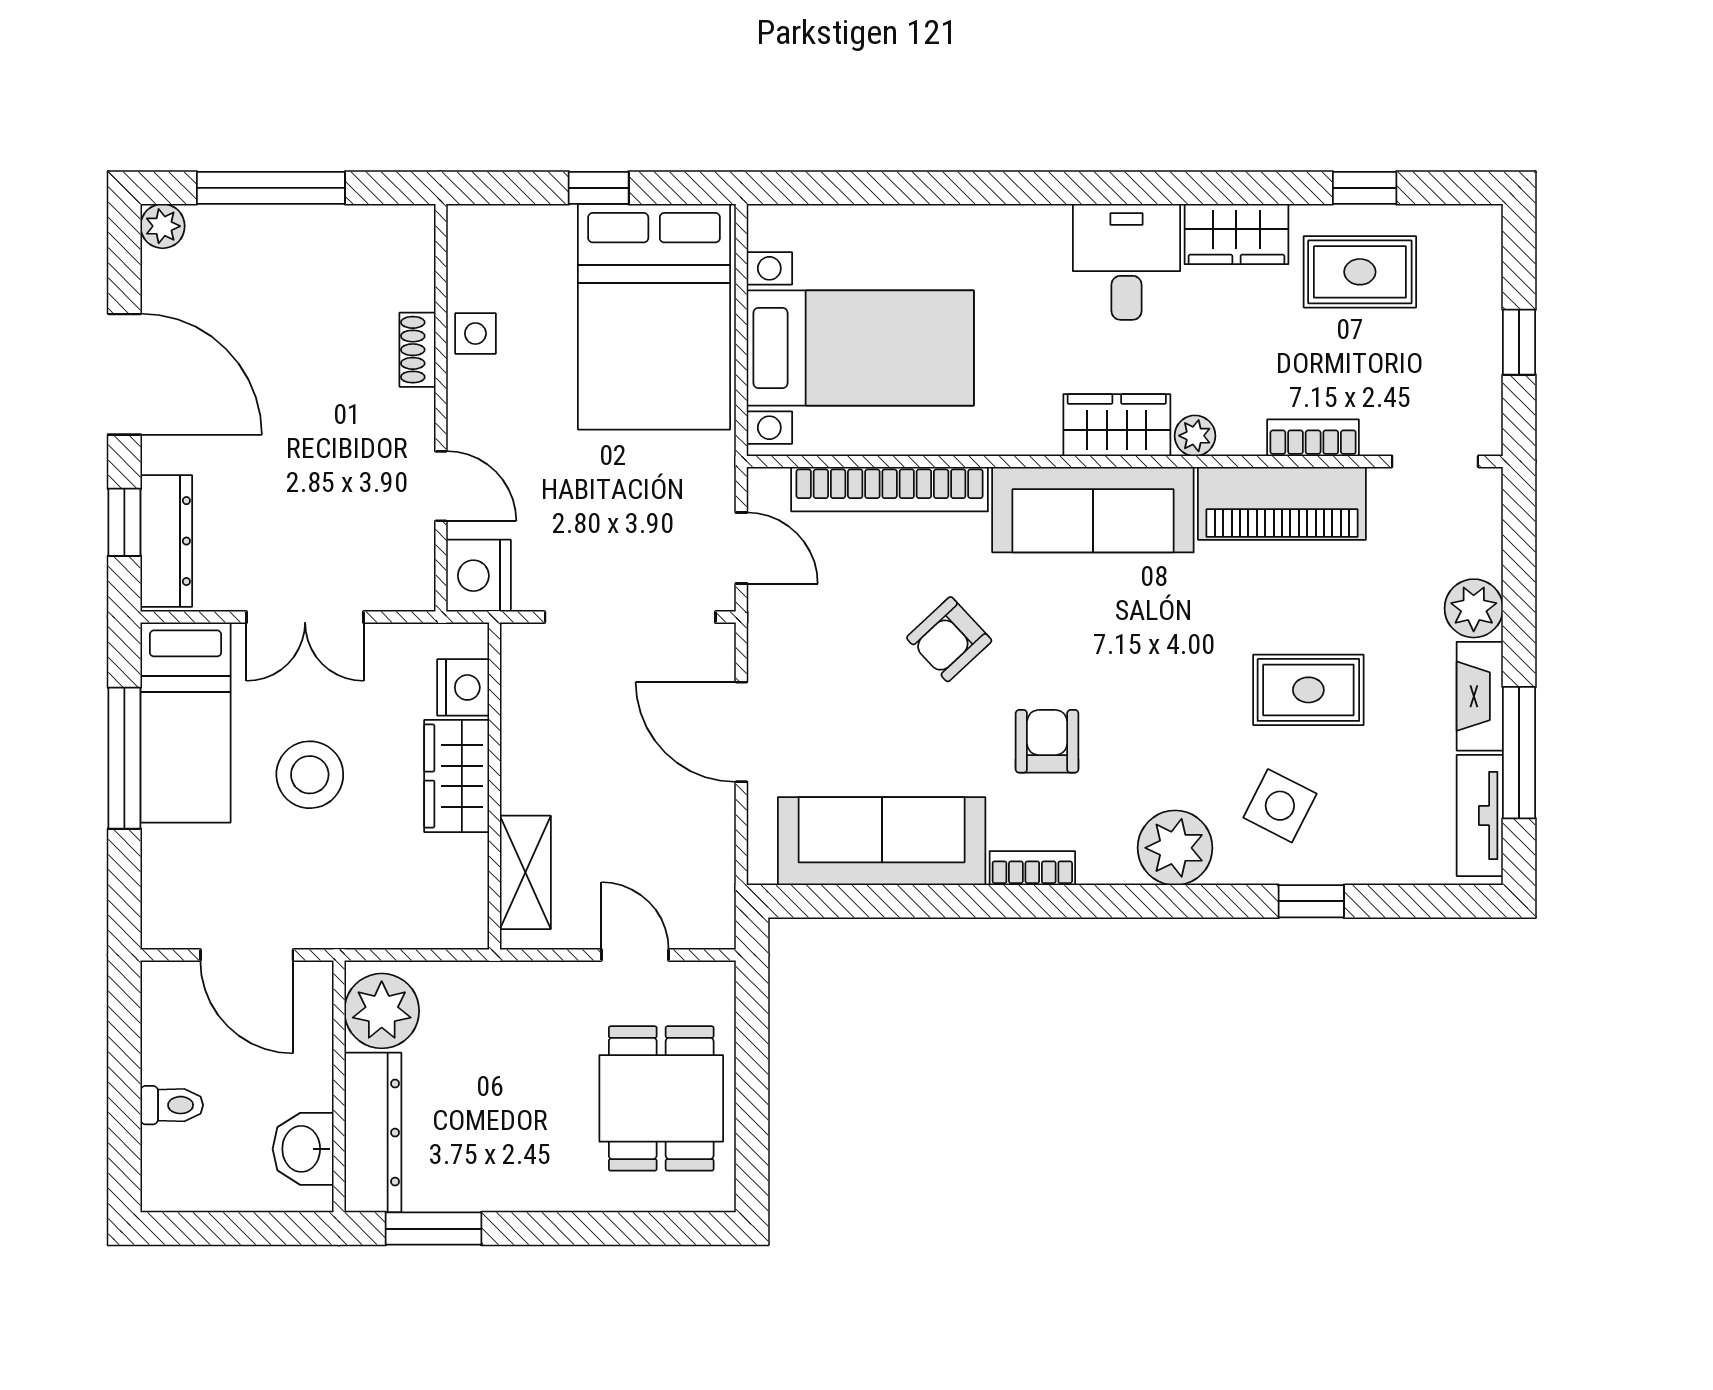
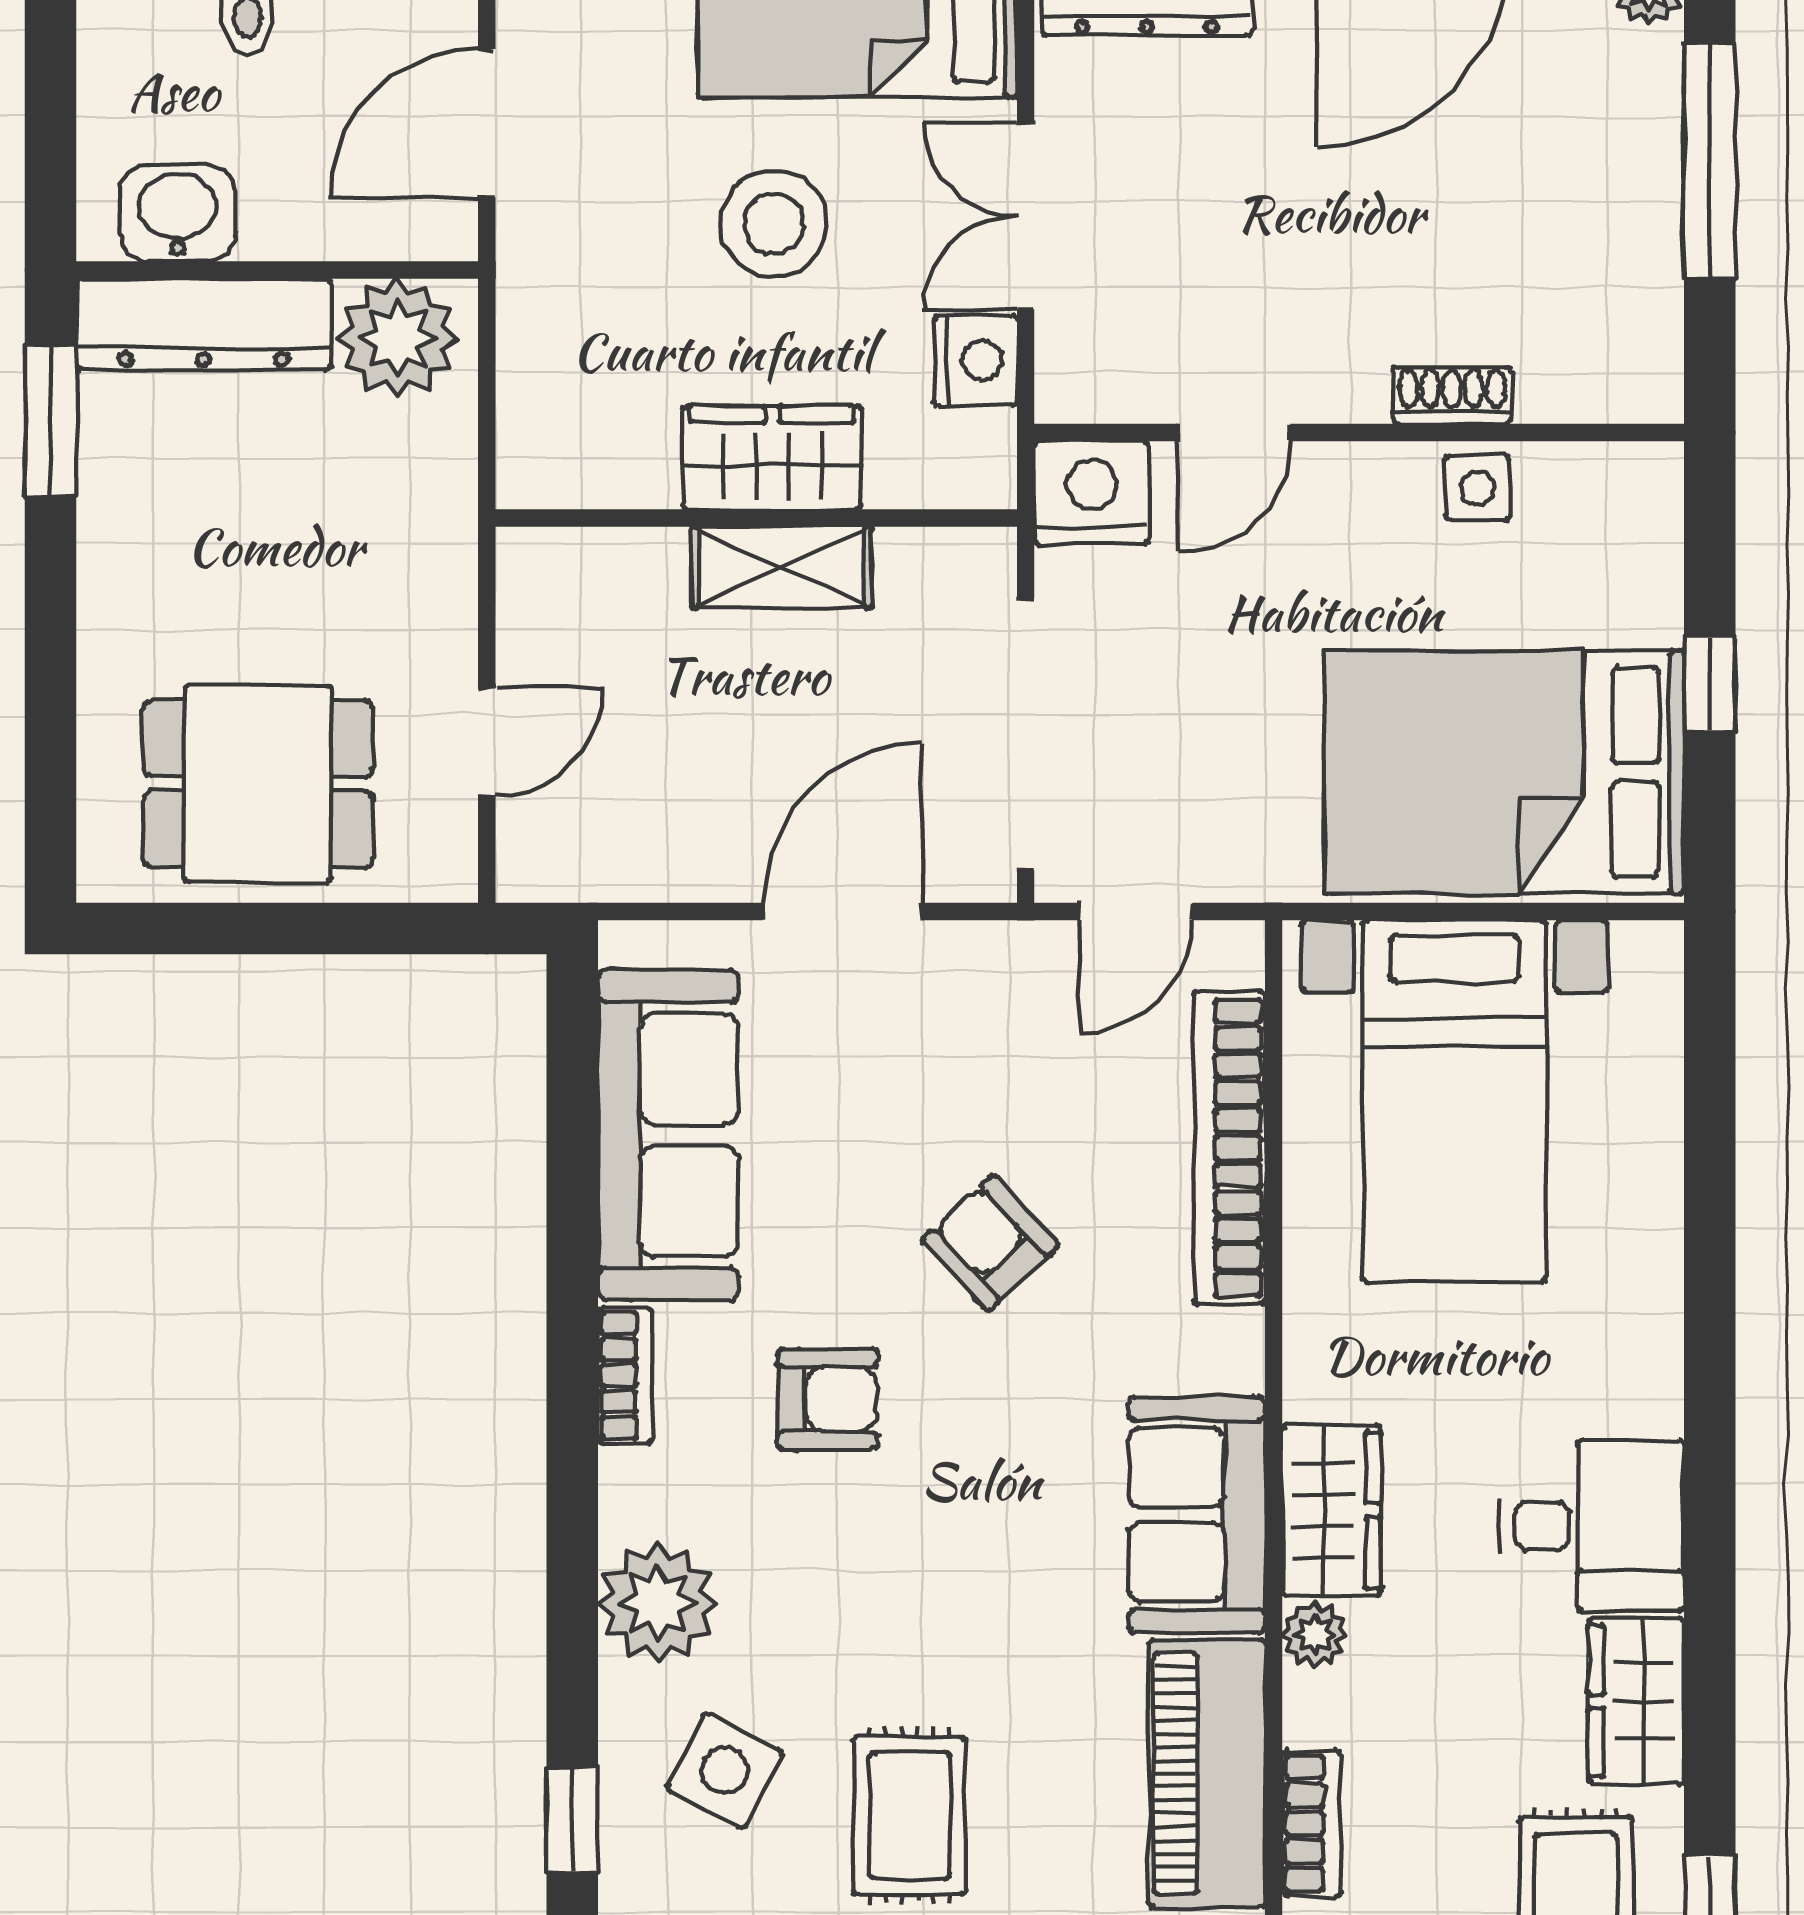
sofa: (1093, 510) -> (1197, 1515), width x0.73
nightstand: (463, 687) -> (976, 360), moved, turned -90
shelving: (525, 872) -> (781, 567), moved

